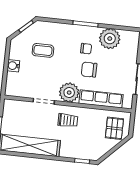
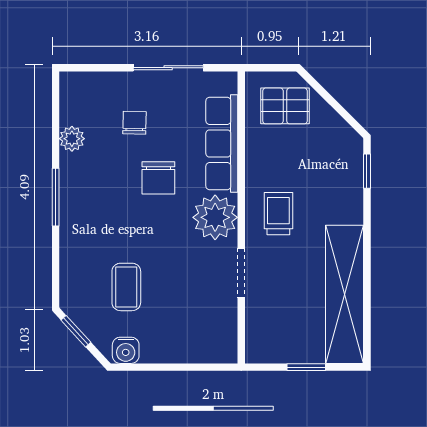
plant: (110, 39) -> (72, 139), width x0.53, depth x0.53
chair: (86, 49) -> (134, 123), moved
water cooler: (13, 66) -> (126, 350), moved

